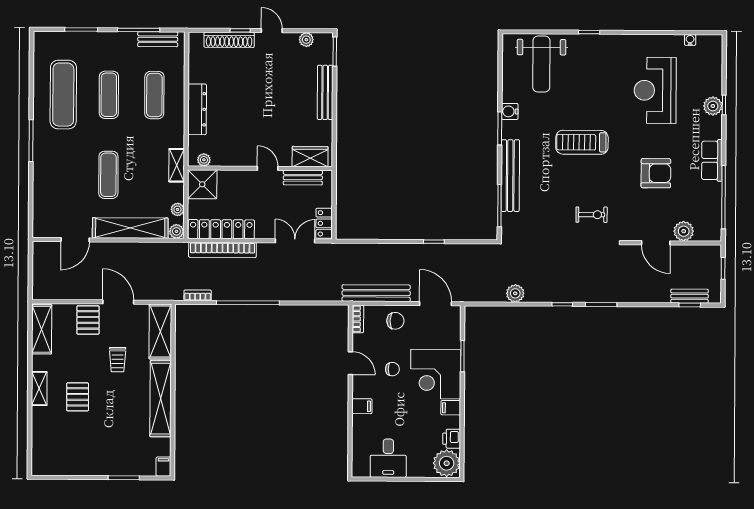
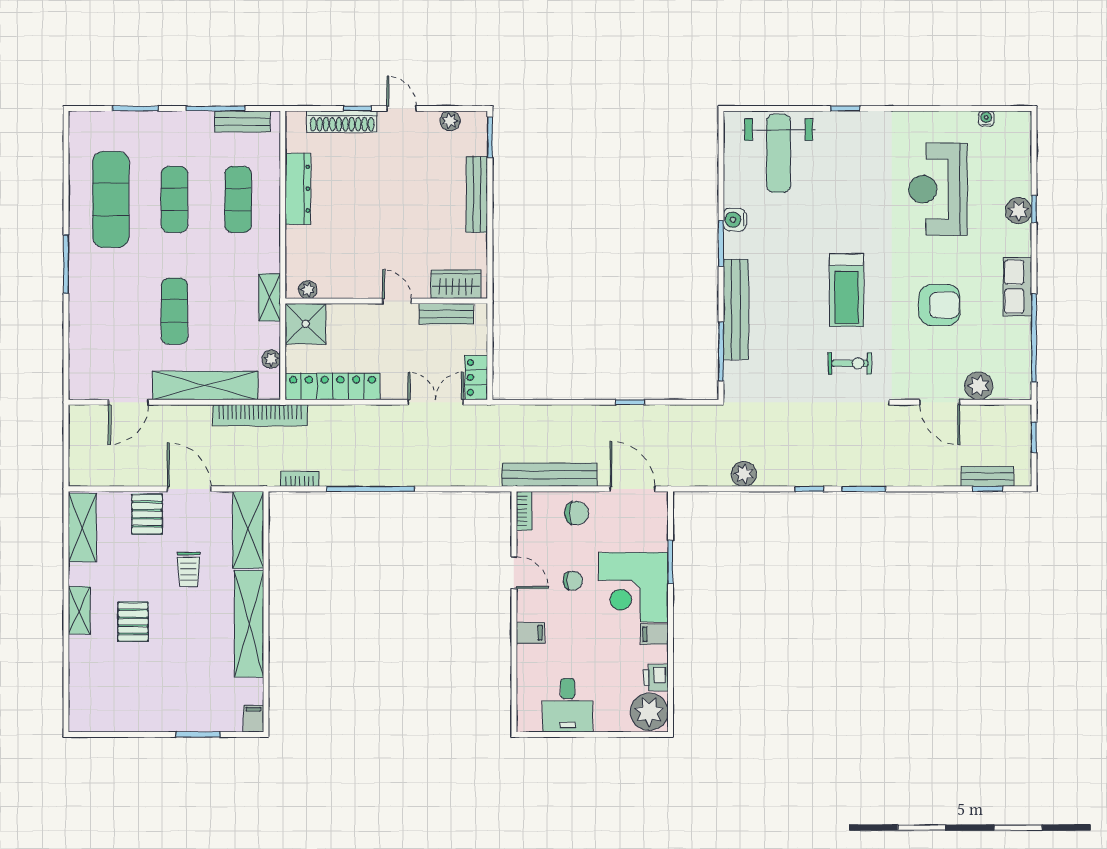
dresser: (197, 109) -> (298, 189), moved
treadmill: (582, 142) -> (846, 290), moved, turned -90
plant: (176, 231) -> (270, 390), removed
bookcase: (222, 250) -> (260, 415), moved

